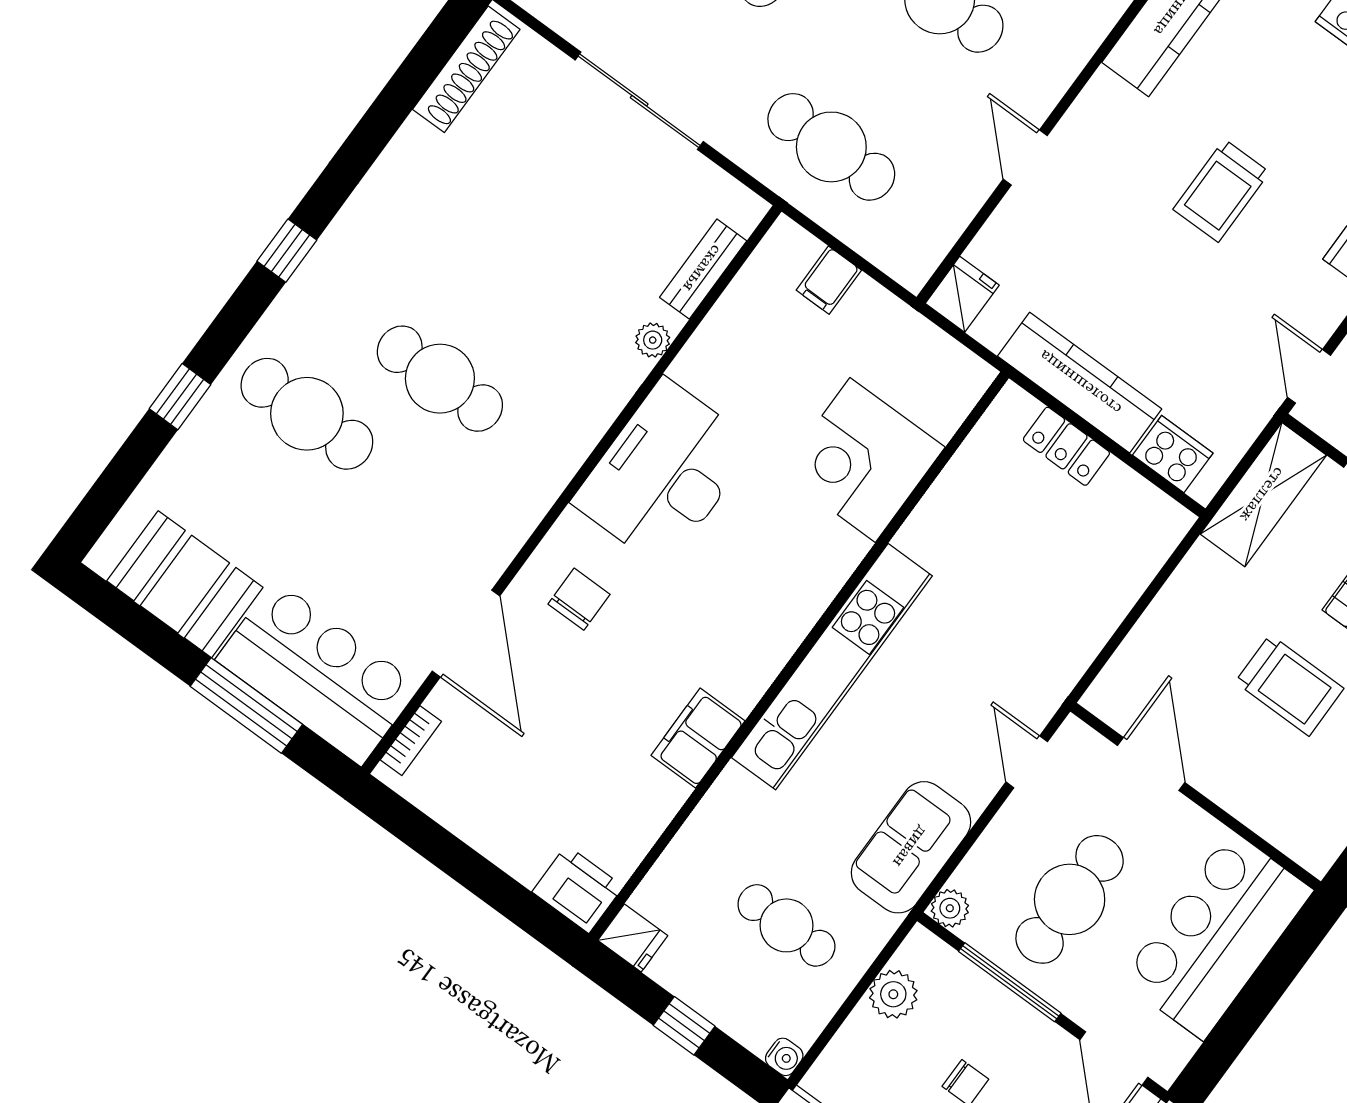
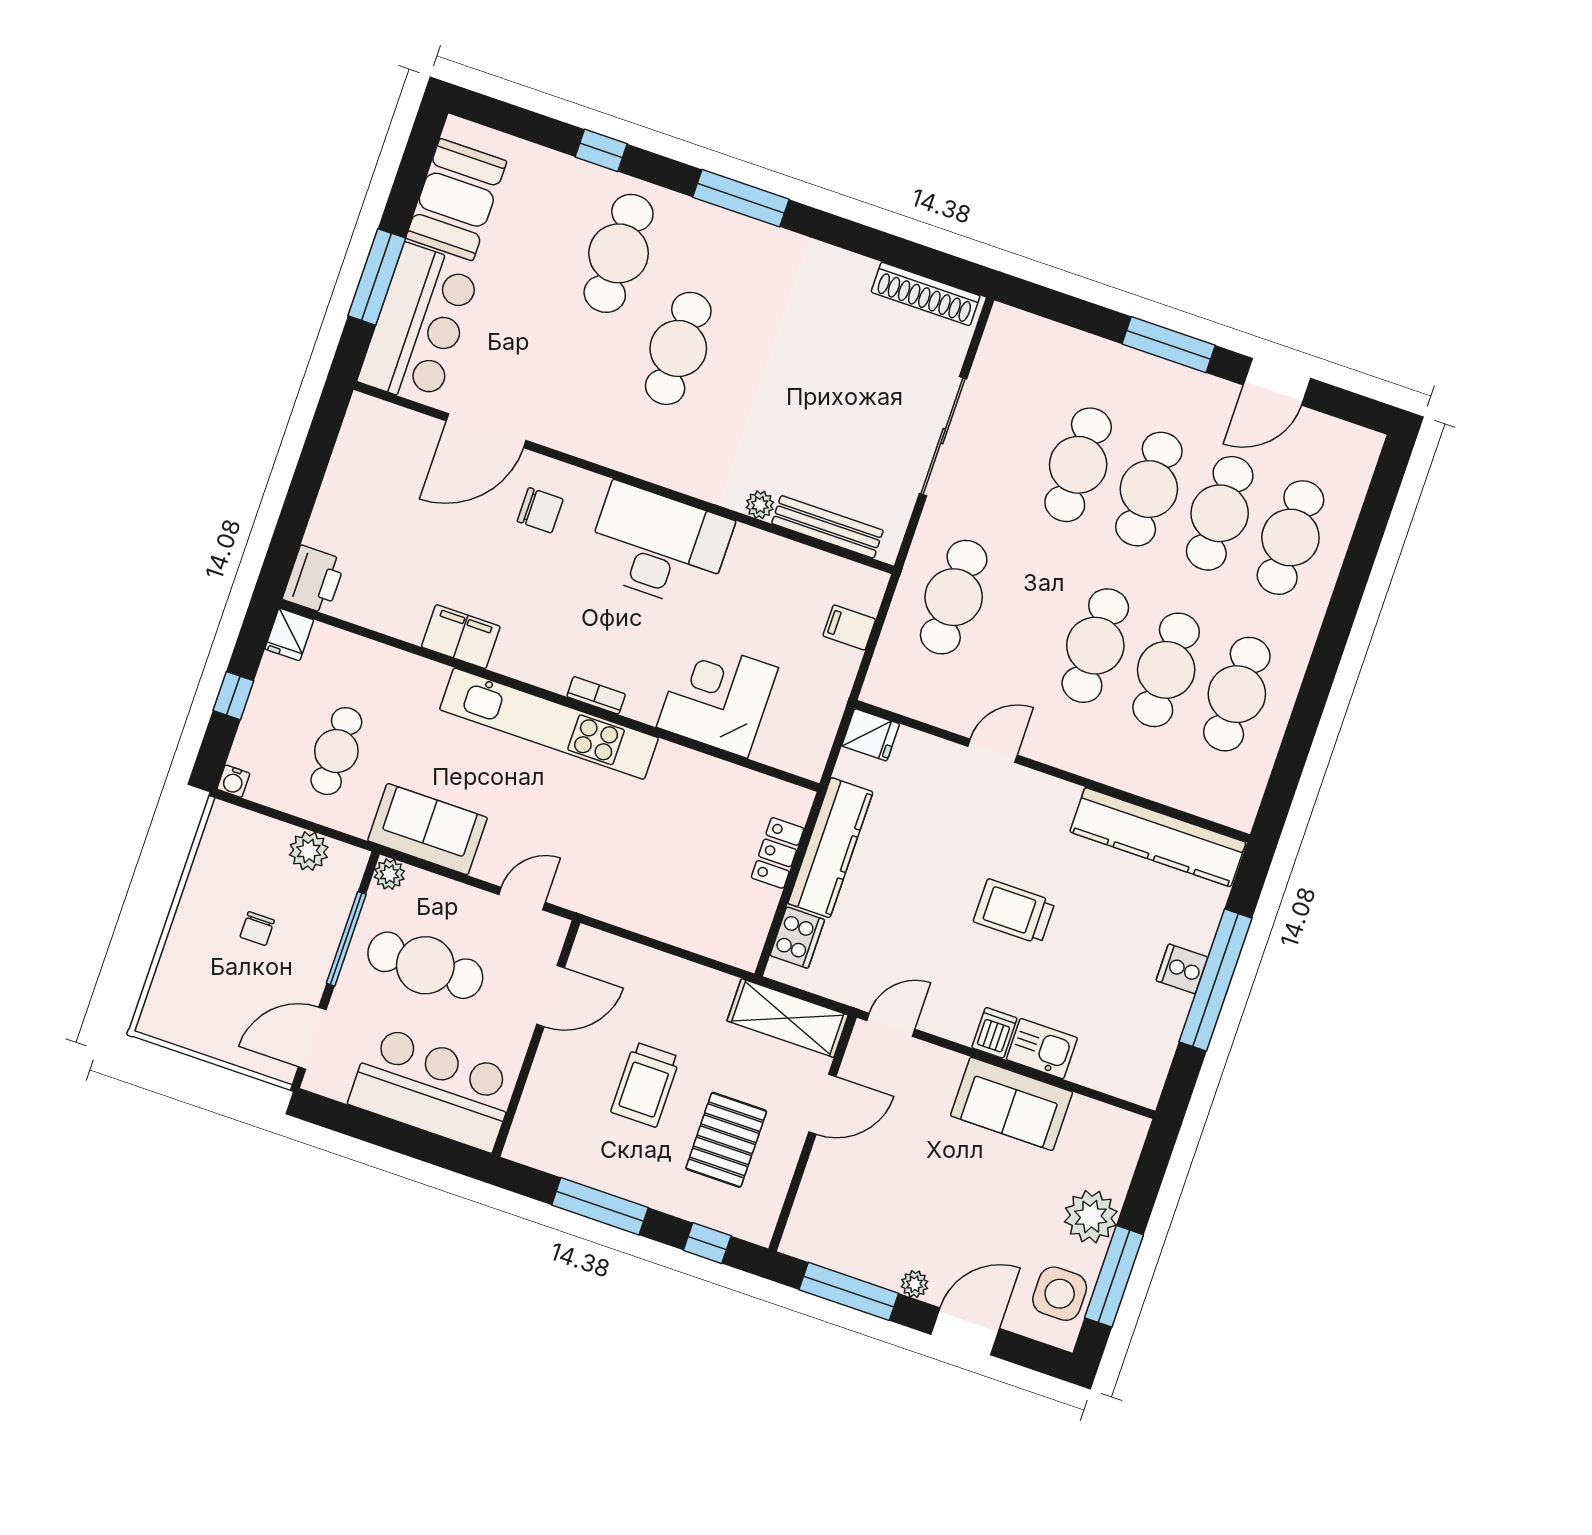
window: (287, 251) -> (741, 198), width x2.17
bench: (703, 269) -> (827, 527), width x1.36
bookcase: (411, 741) -> (596, 695), moved, turned 180

